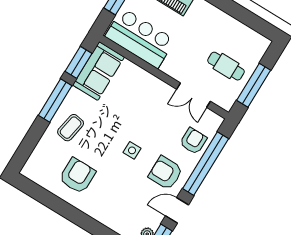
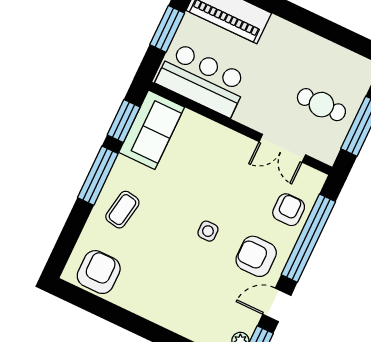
armchair: (77, 176) -> (99, 272), moved

